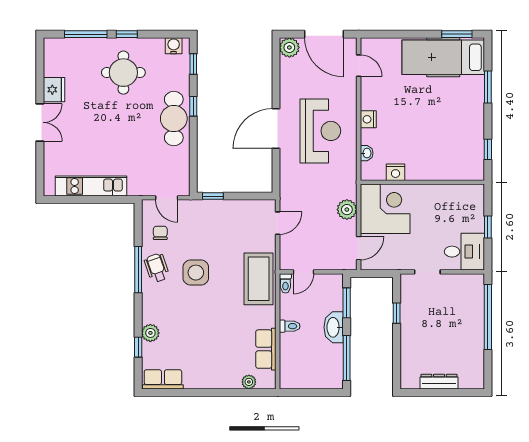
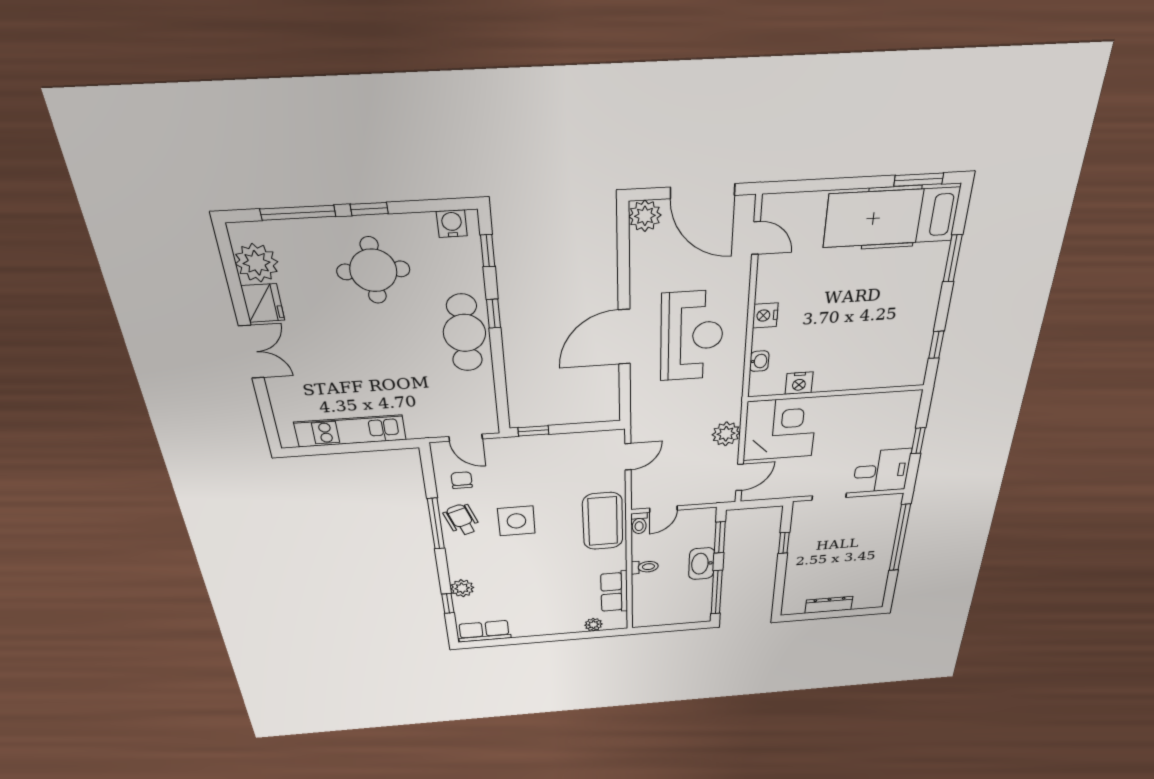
plant: (56, 63) -> (257, 263), added

